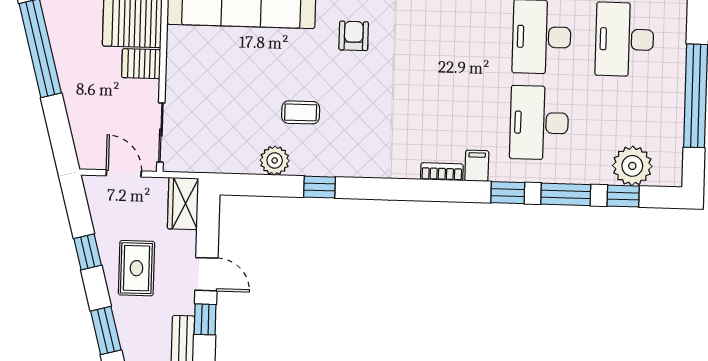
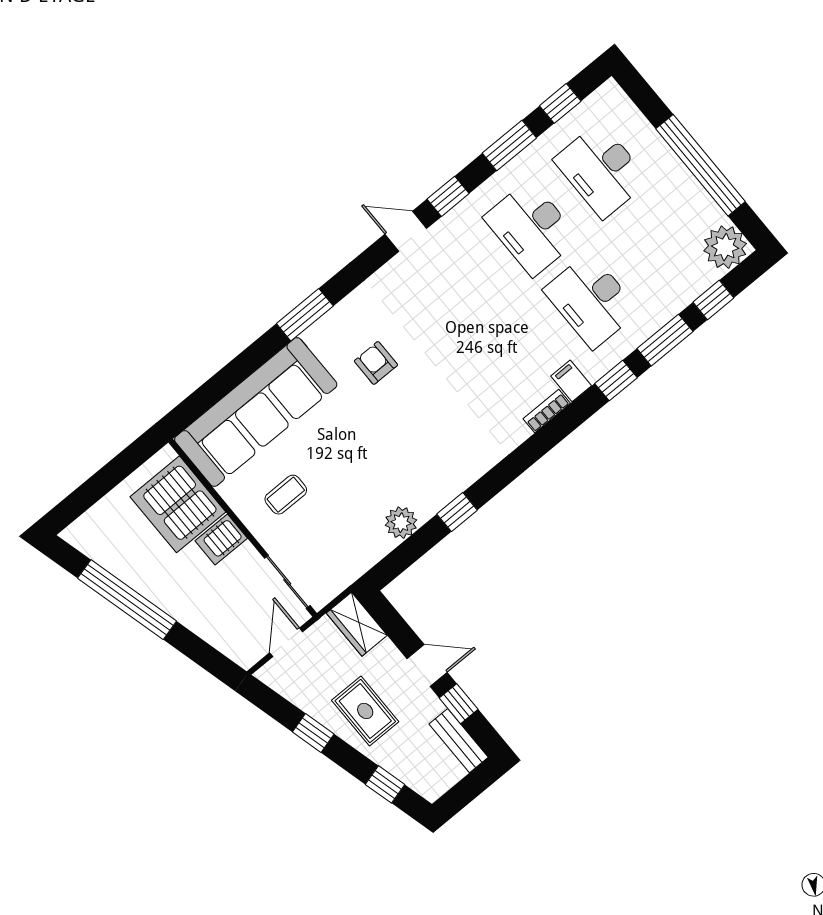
coffee table: (301, 112) -> (286, 495), moved
plant: (632, 166) -> (725, 247), moved
door: (124, 173) -> (286, 642), hinge flipped
window: (106, 331) -> (385, 784), width x0.67

